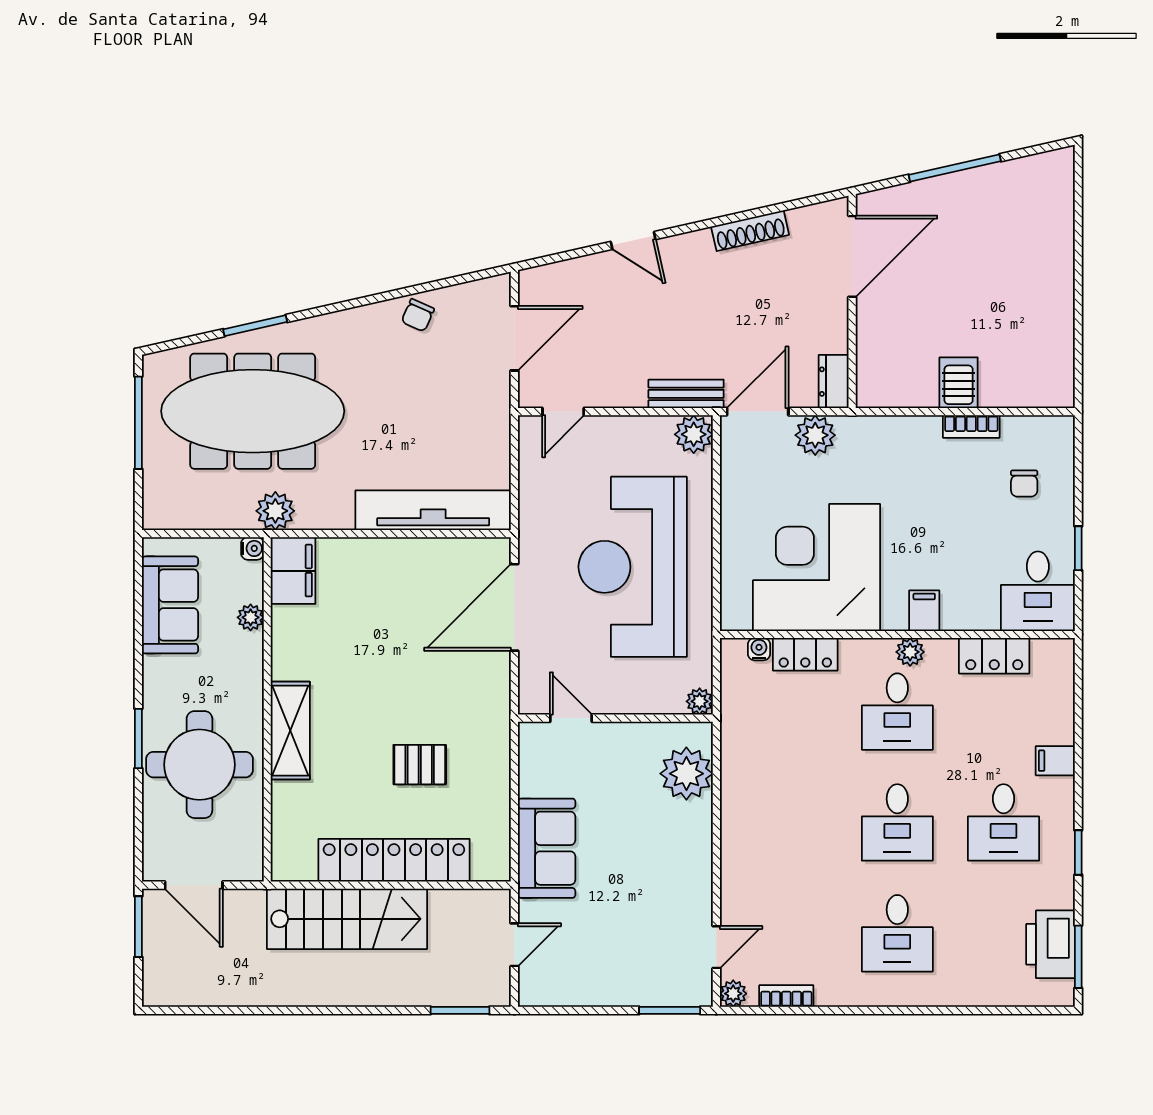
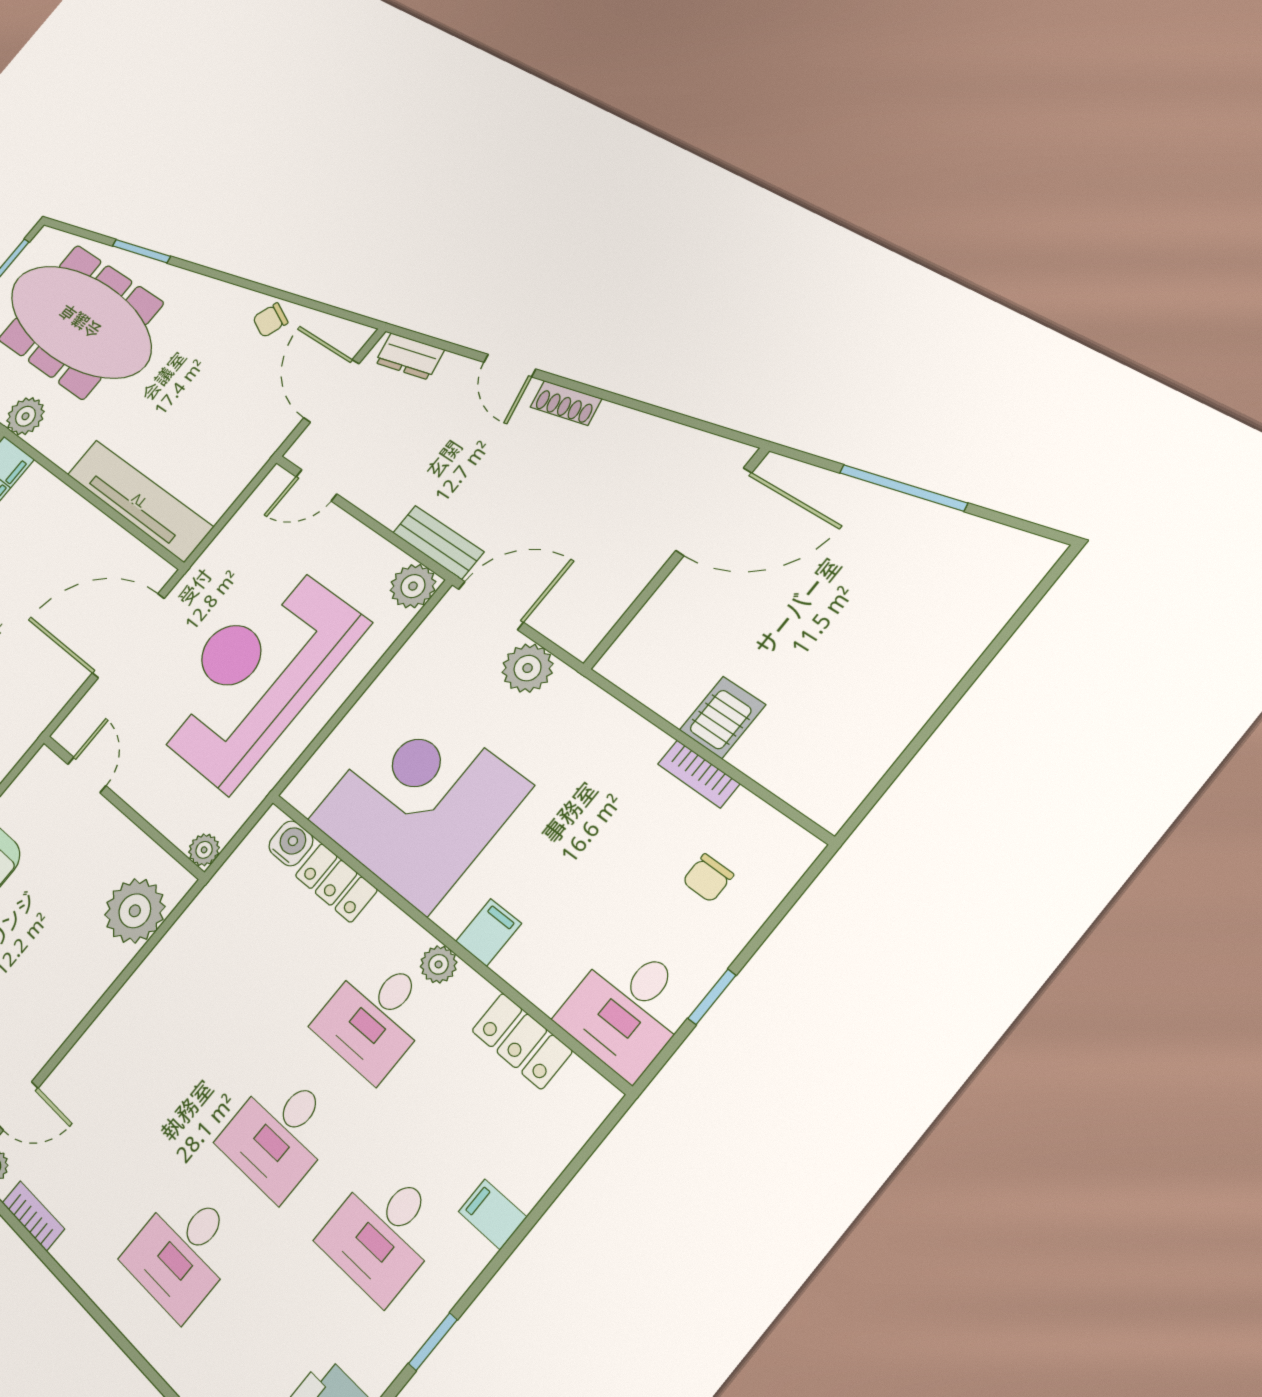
shoe rack: (750, 231) -> (566, 403), moved, width x0.70
door: (514, 338) -> (331, 391), swing flipped
dresser: (834, 382) -> (410, 356), moved, turned -103
water cooler: (759, 649) -> (291, 843), width x1.38, depth x1.38

